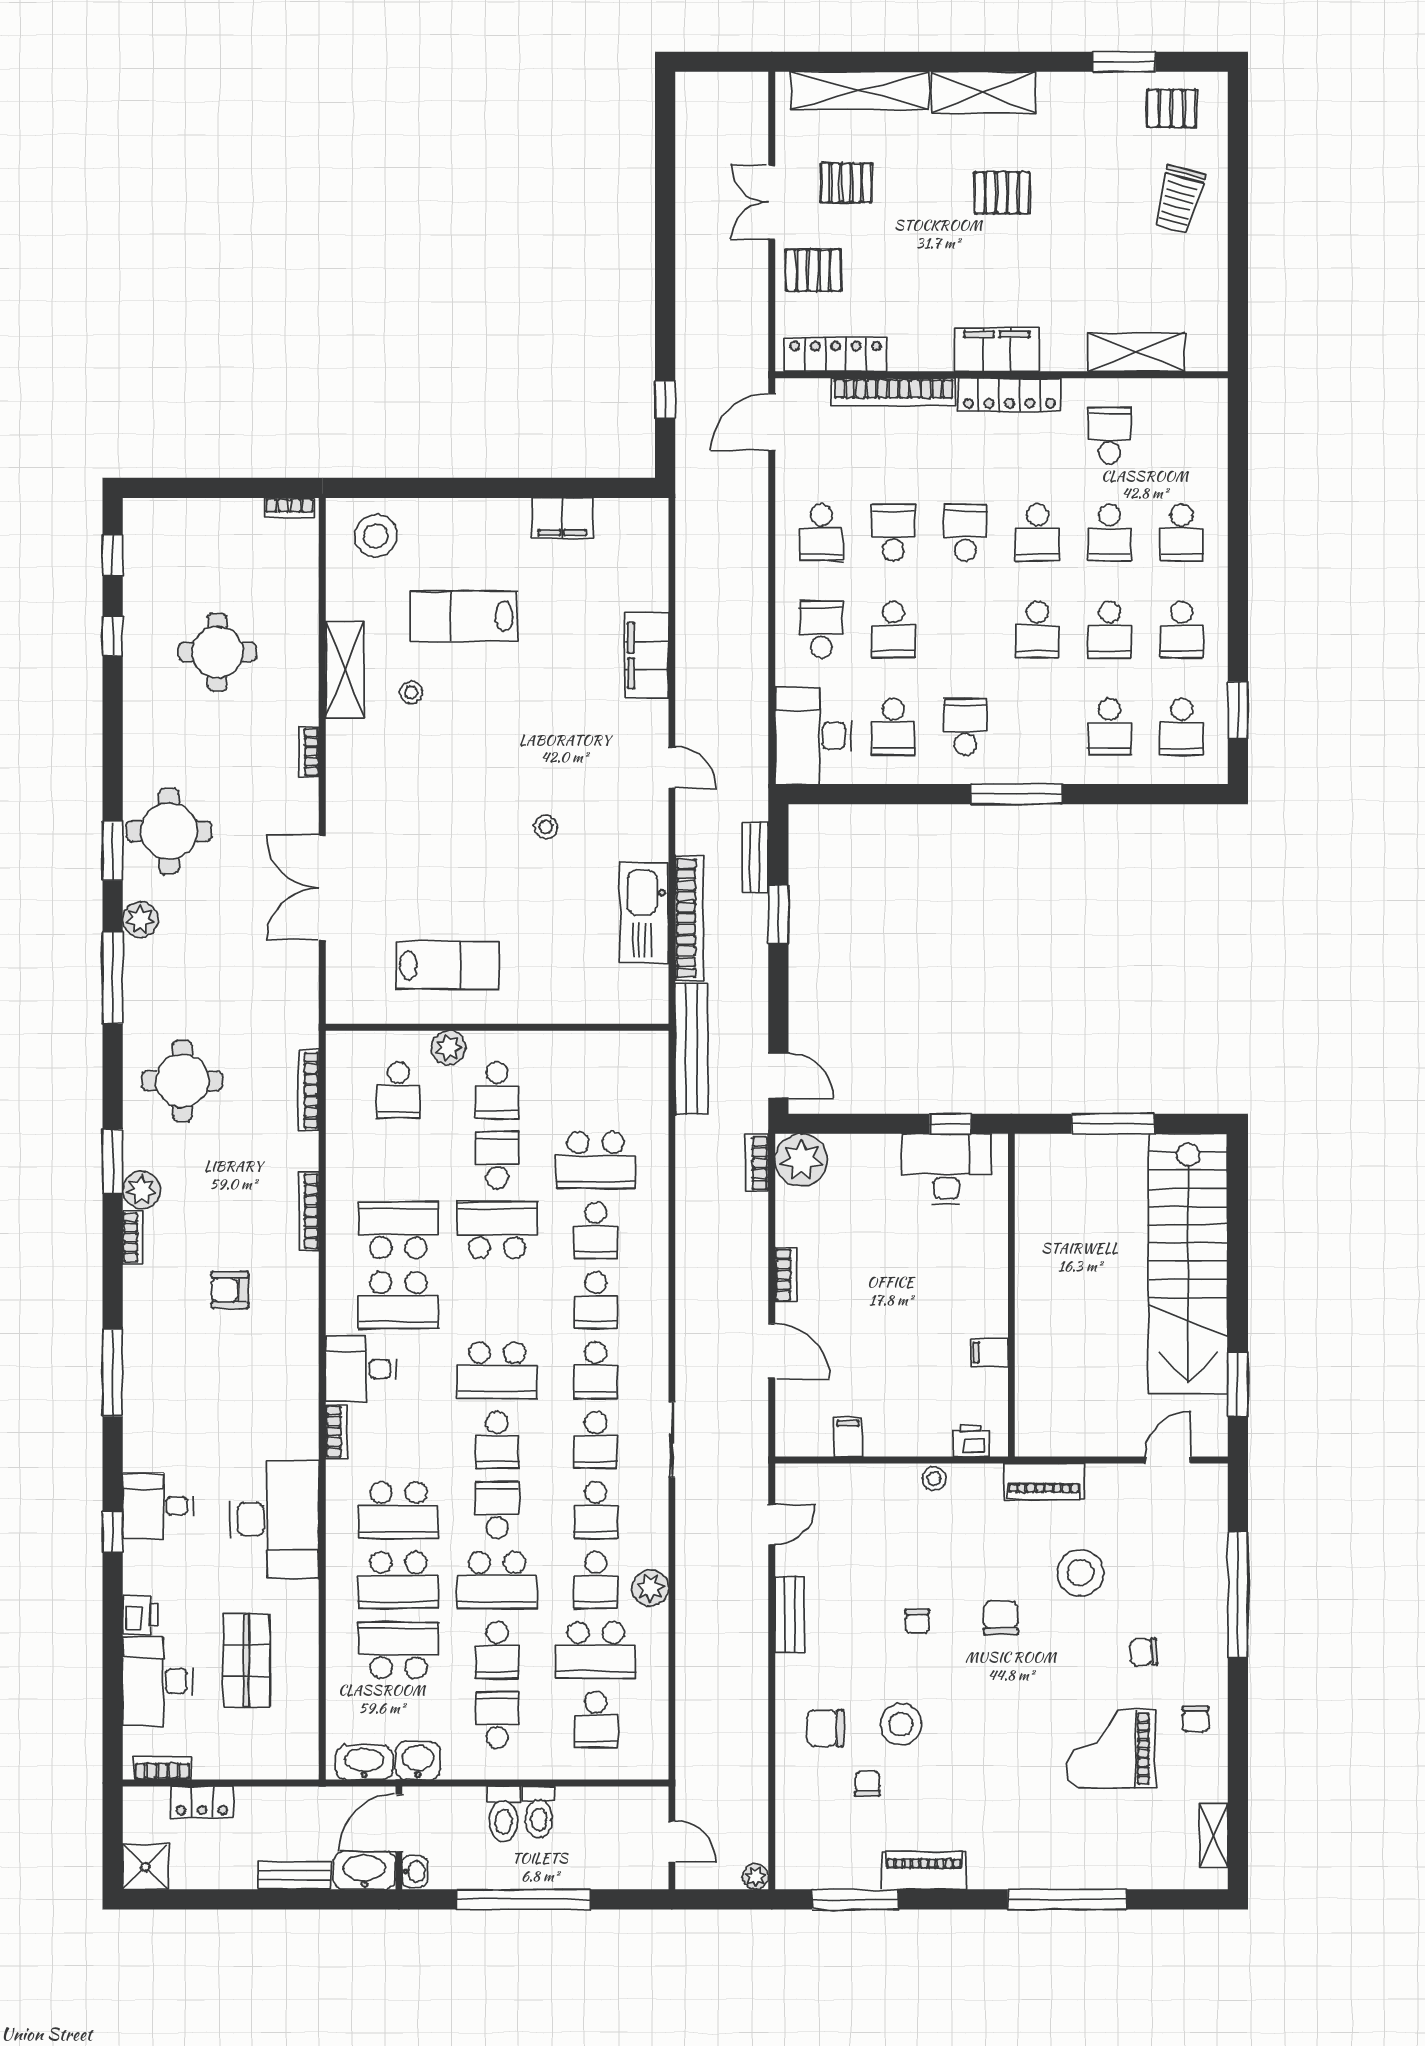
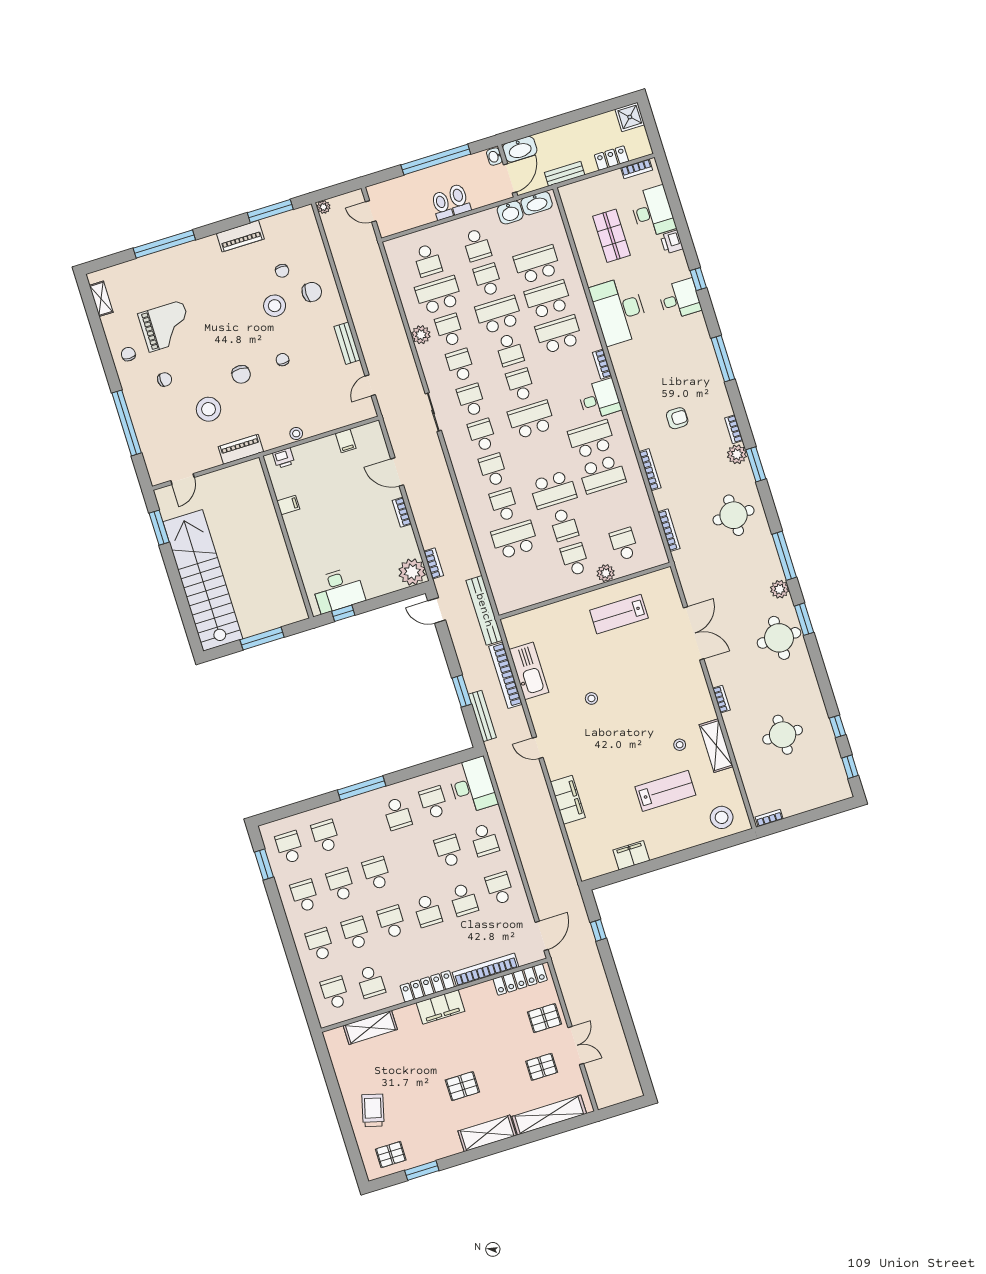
school desk: (1182, 435) -> (335, 993), added
bench: (755, 857) -> (482, 716), width x1.36
school desk: (398, 1650) -> (537, 265), turned 180
school desk: (596, 1720) -> (428, 260), turned 180
bench: (294, 1876) -> (565, 174), moved

